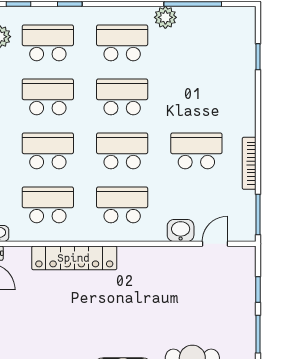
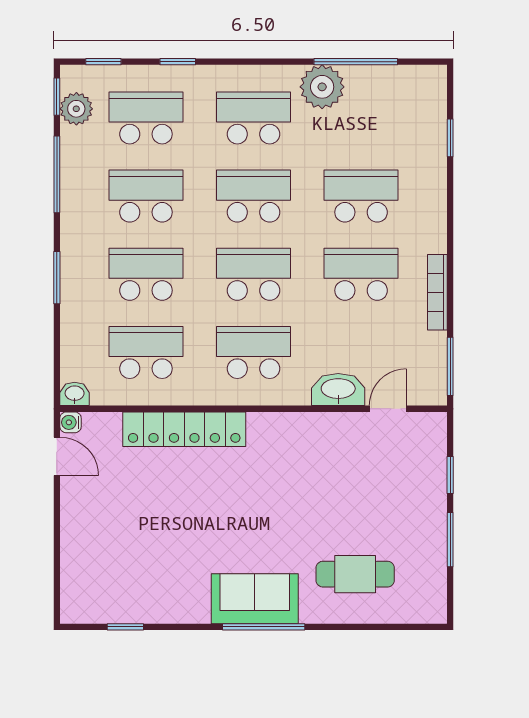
plant: (165, 17) -> (322, 87), width x1.36, depth x1.36
school desk: (196, 97) -> (361, 196), added
washbasin: (181, 231) -> (338, 390), width x1.38

